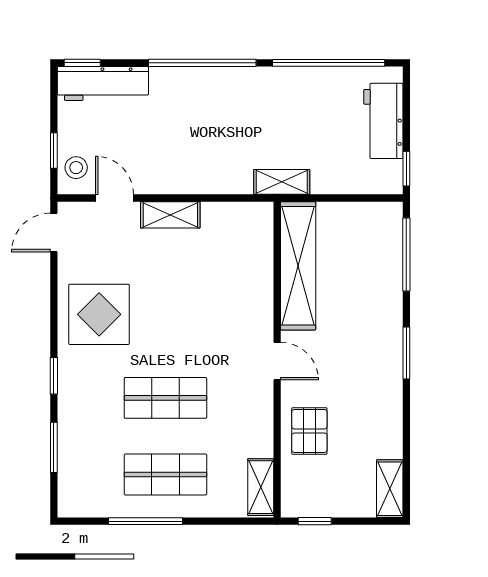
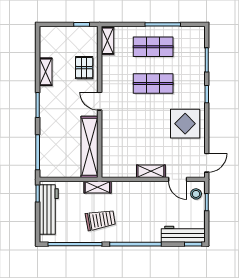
trolley: (276, 114) -> (100, 220), added
workbench: (383, 121) -> (49, 210), width x1.38
shelving: (390, 489) -> (46, 72), moved

